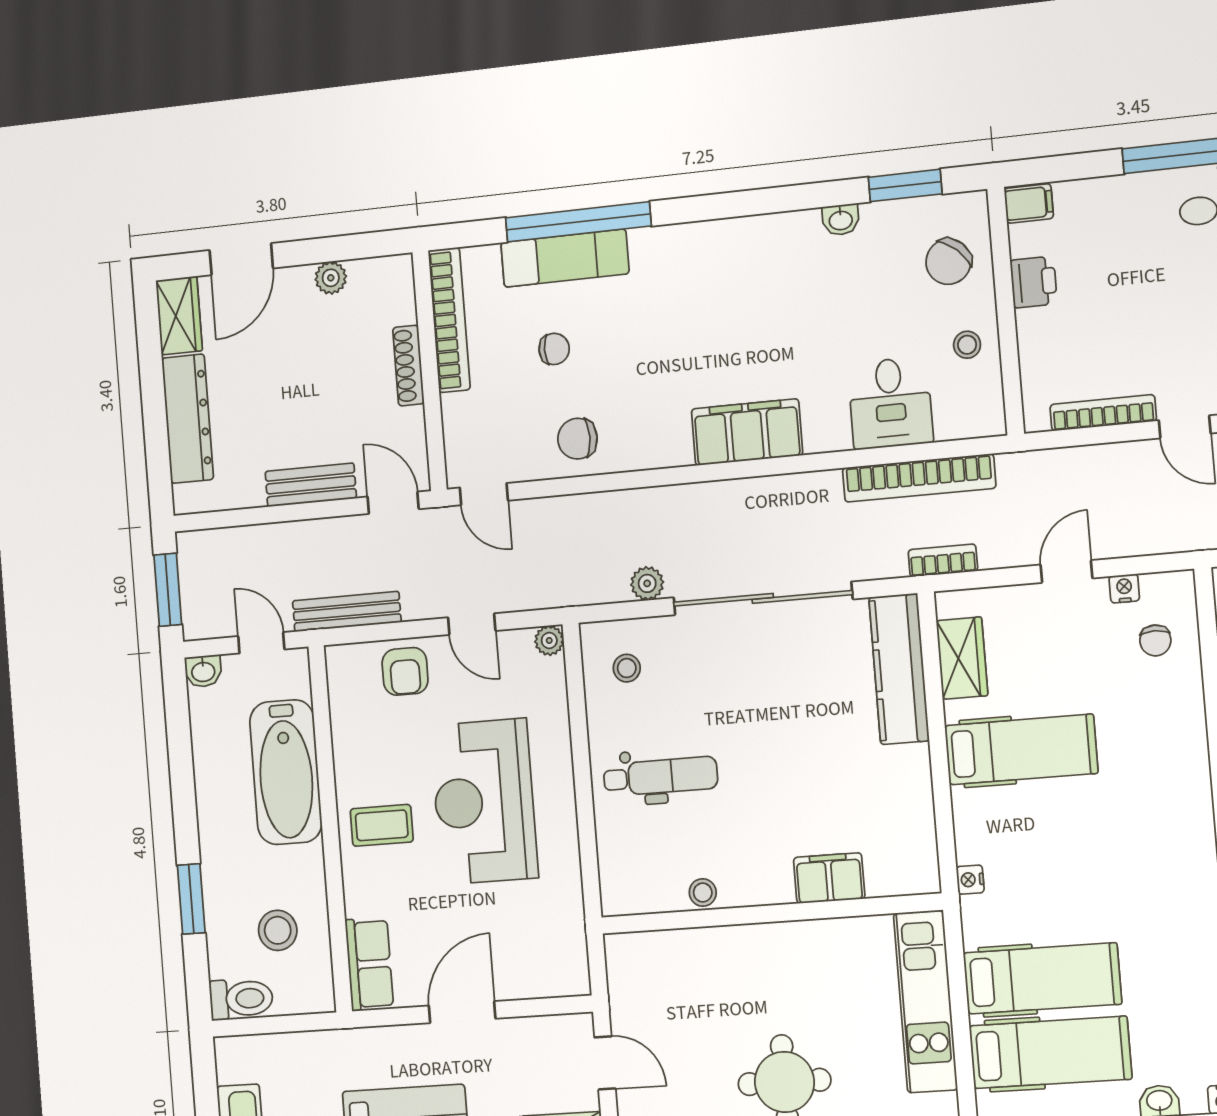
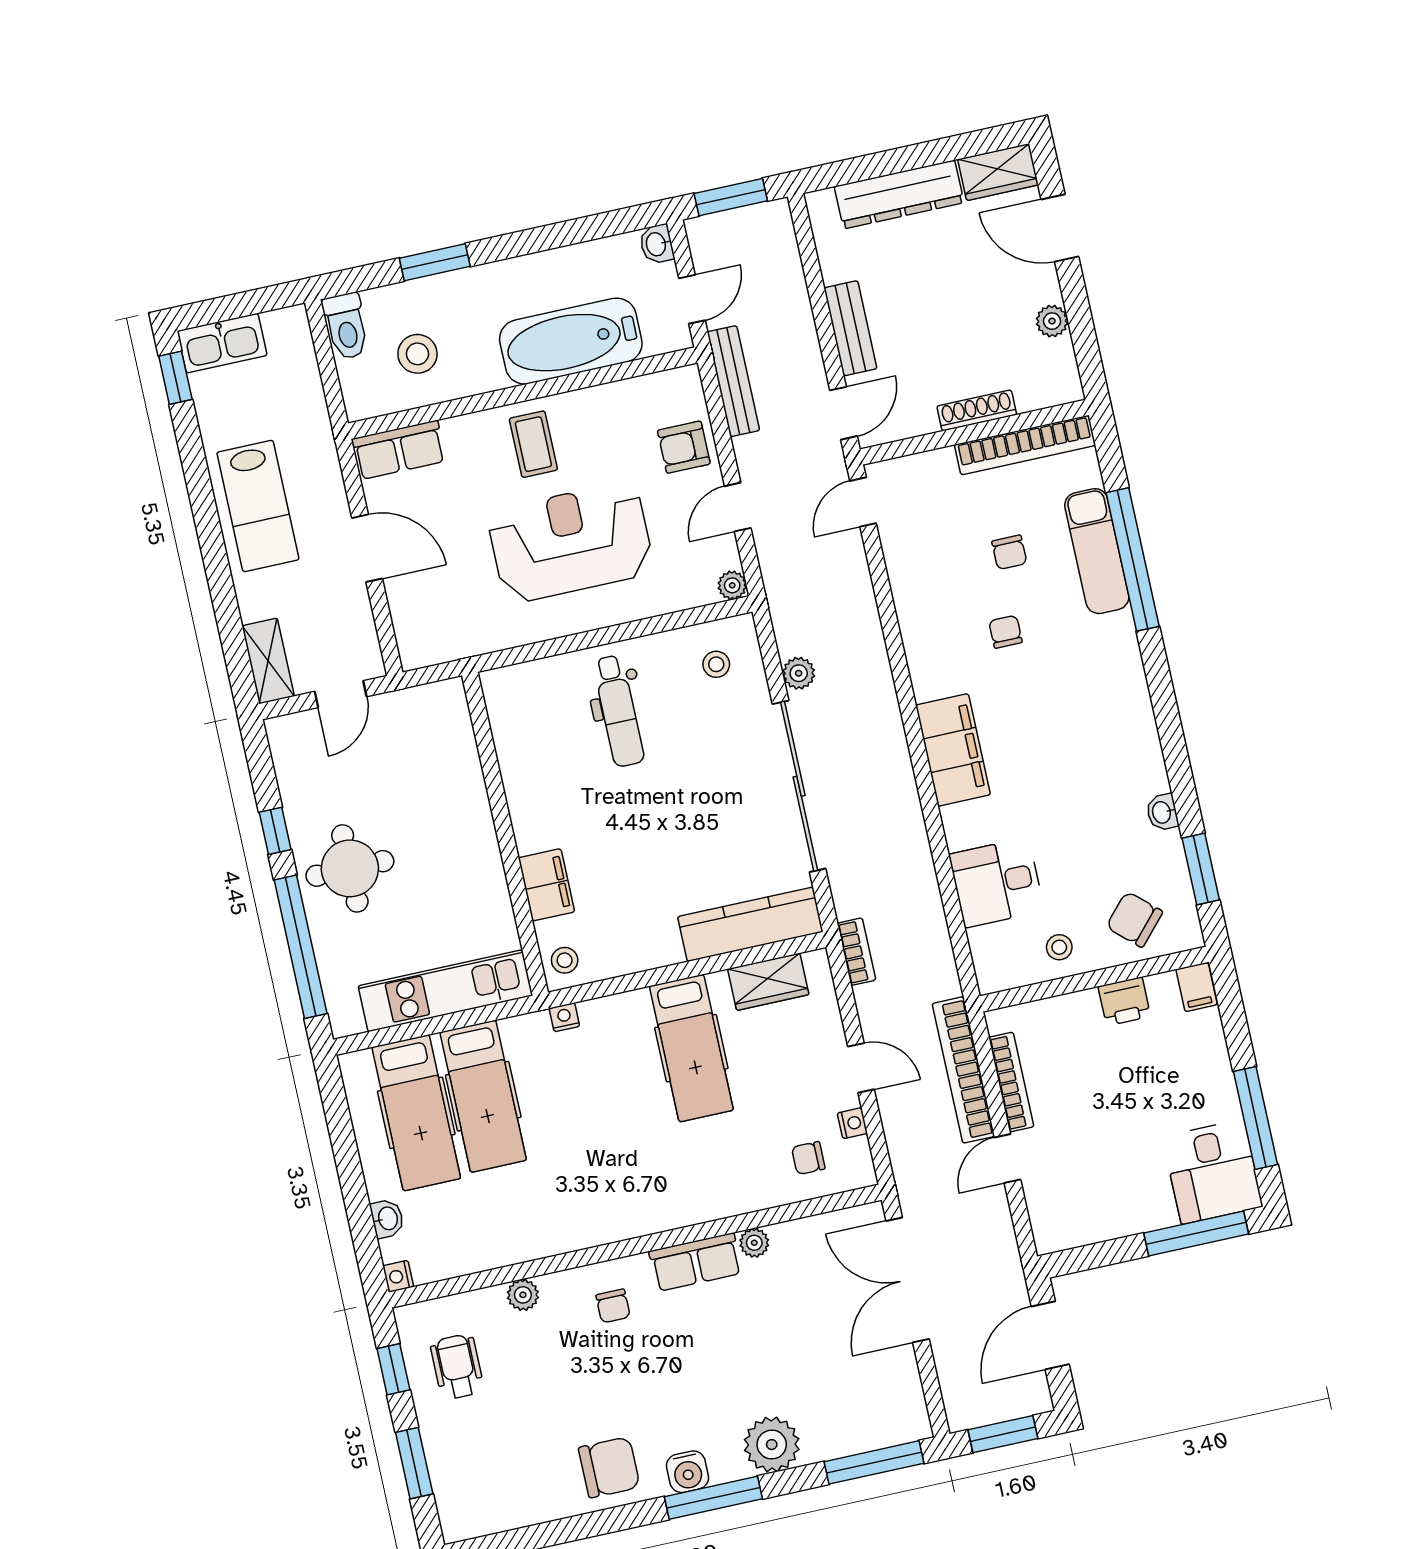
chair: (578, 439) -> (1005, 632), moved, width x0.73, depth x0.73
bookcase: (919, 478) -> (963, 1070), moved
stool: (703, 893) -> (565, 960), moved

